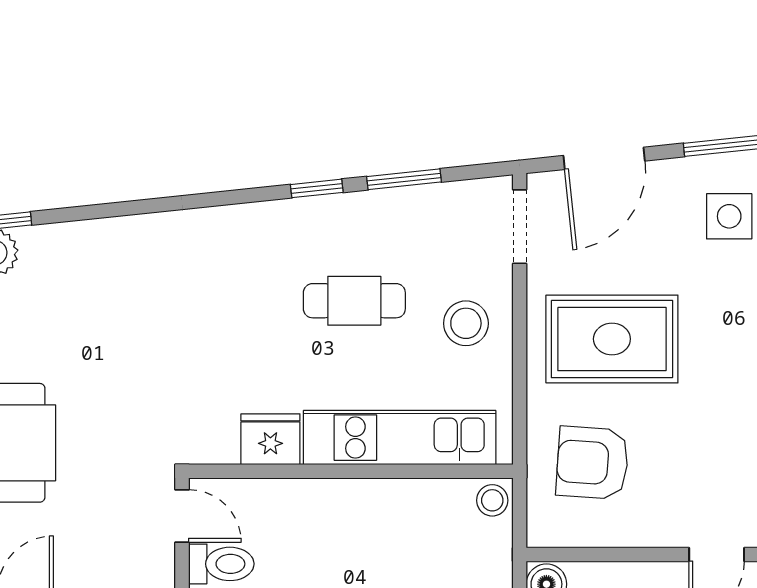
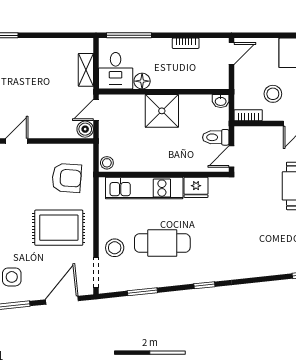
window: (317, 188) -> (204, 285), moved
cafe table: (354, 301) -> (162, 243), width x1.37, depth x1.35
stool: (466, 323) -> (115, 248), moved
door: (182, 516) -> (232, 157), hinge flipped

